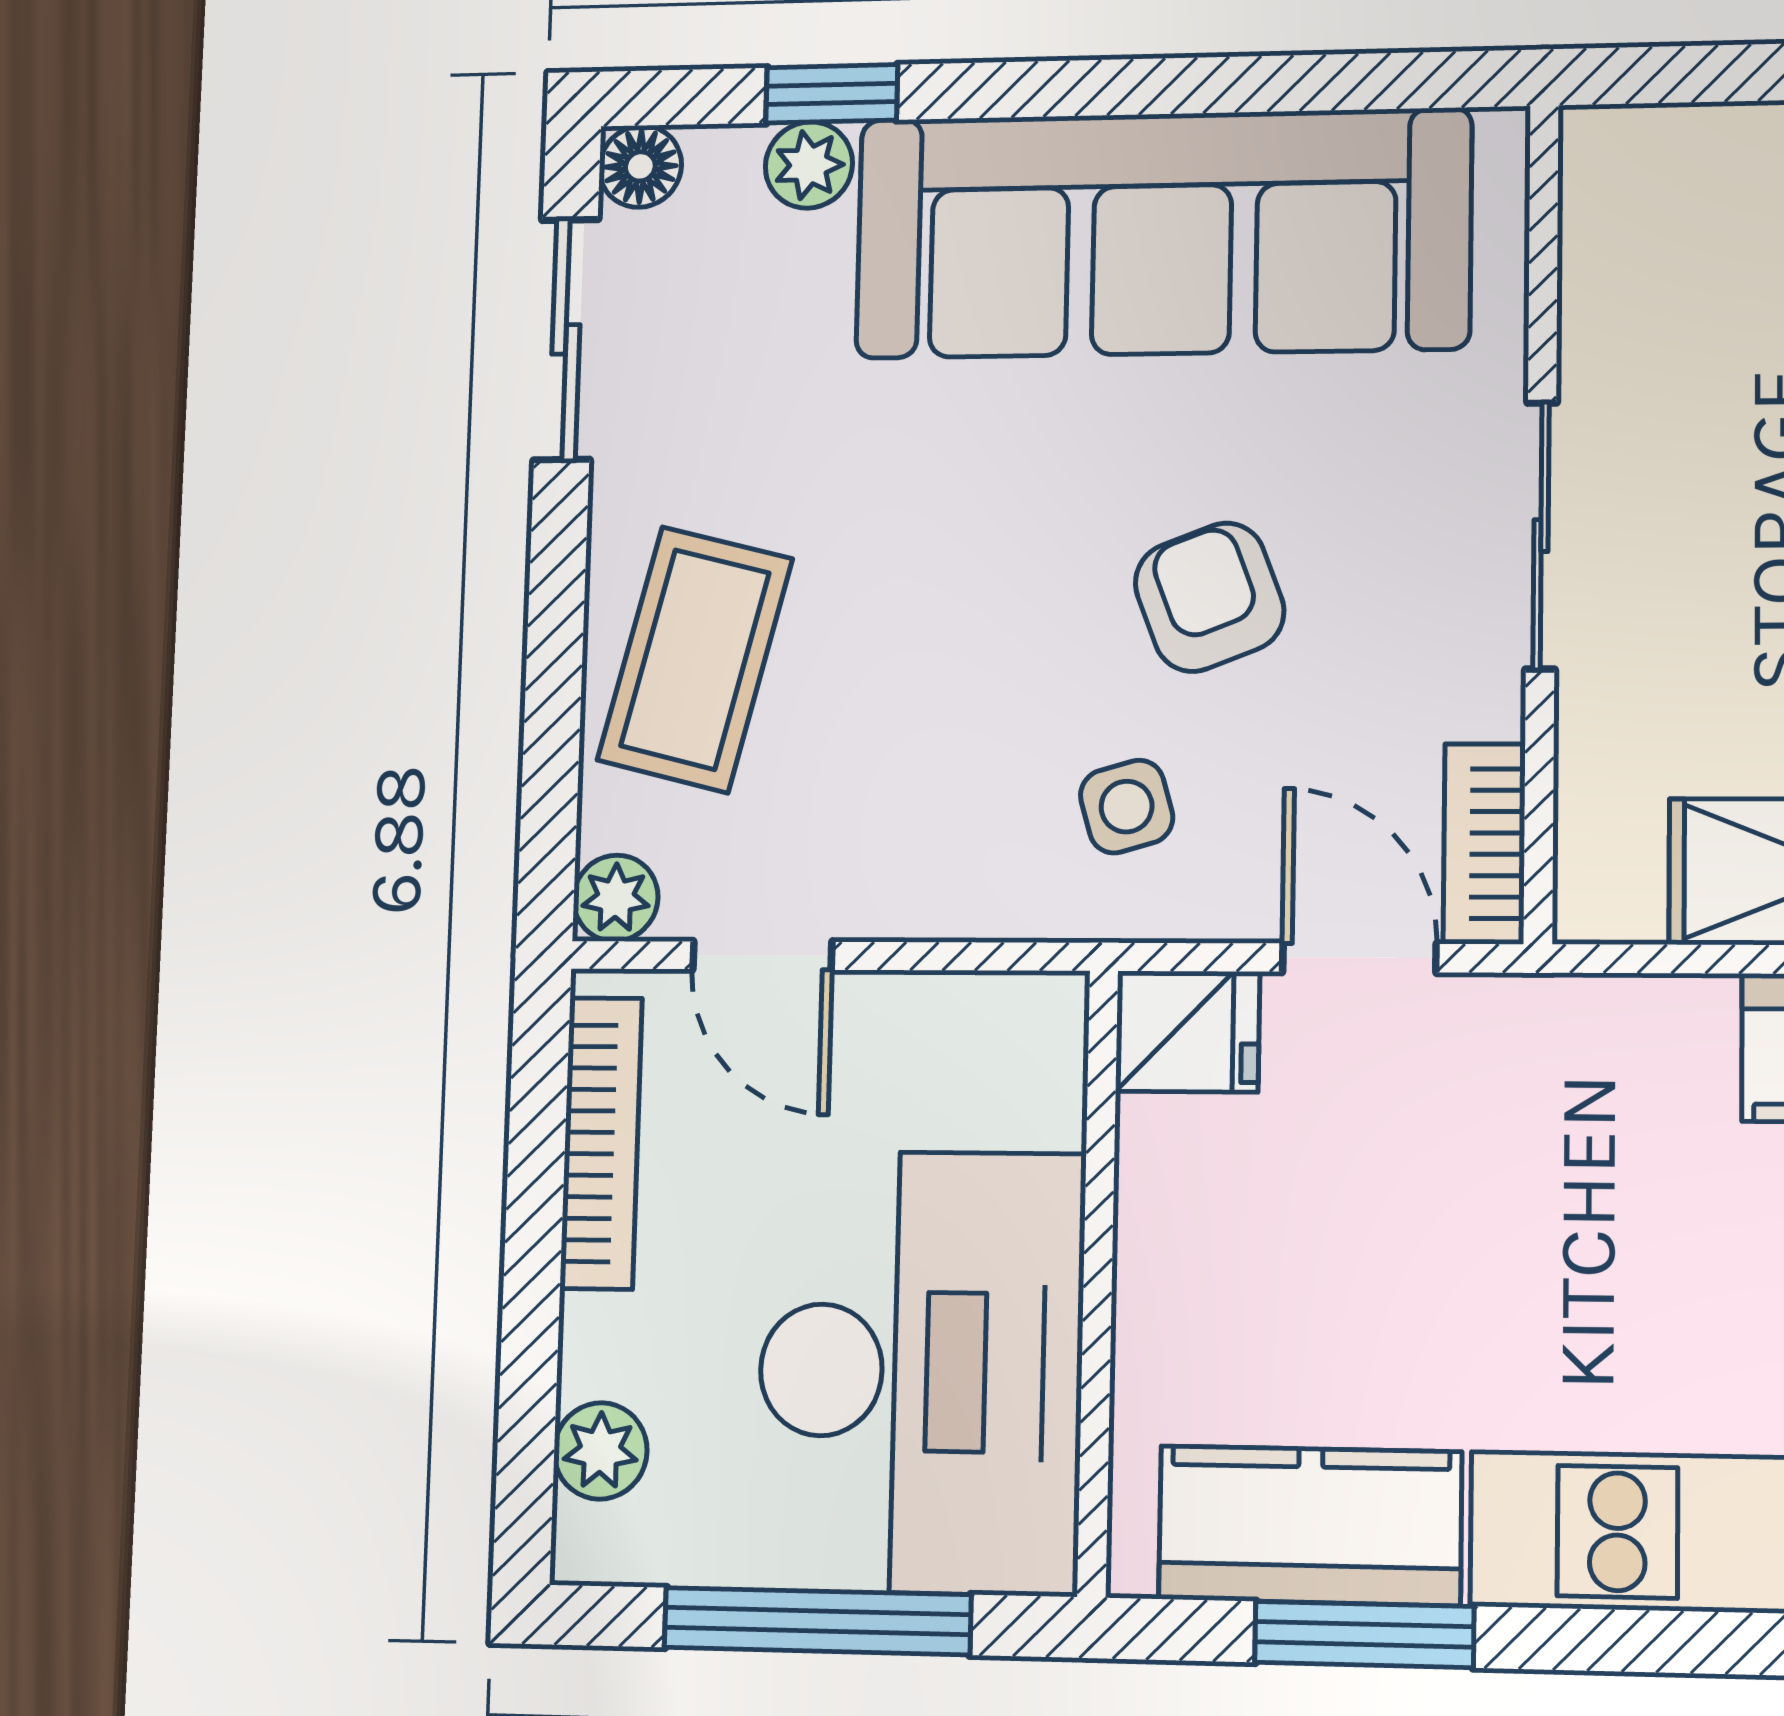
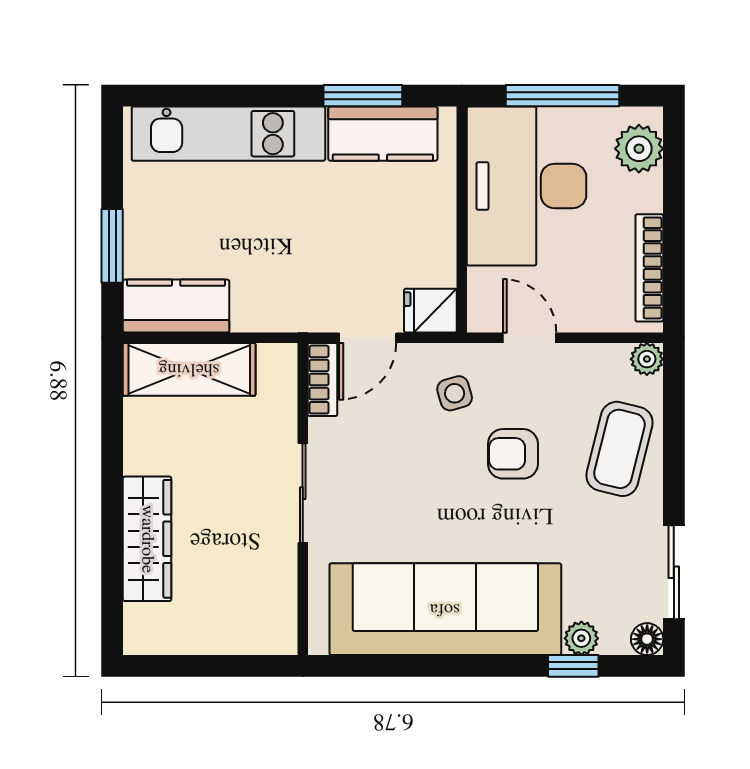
armchair: (1209, 597) -> (513, 454), moved, turned 111
door: (762, 956) -> (530, 338), moved
door: (1359, 958) -> (368, 338), hinge flipped
plant: (600, 1451) -> (639, 149), width x1.38, depth x1.38

